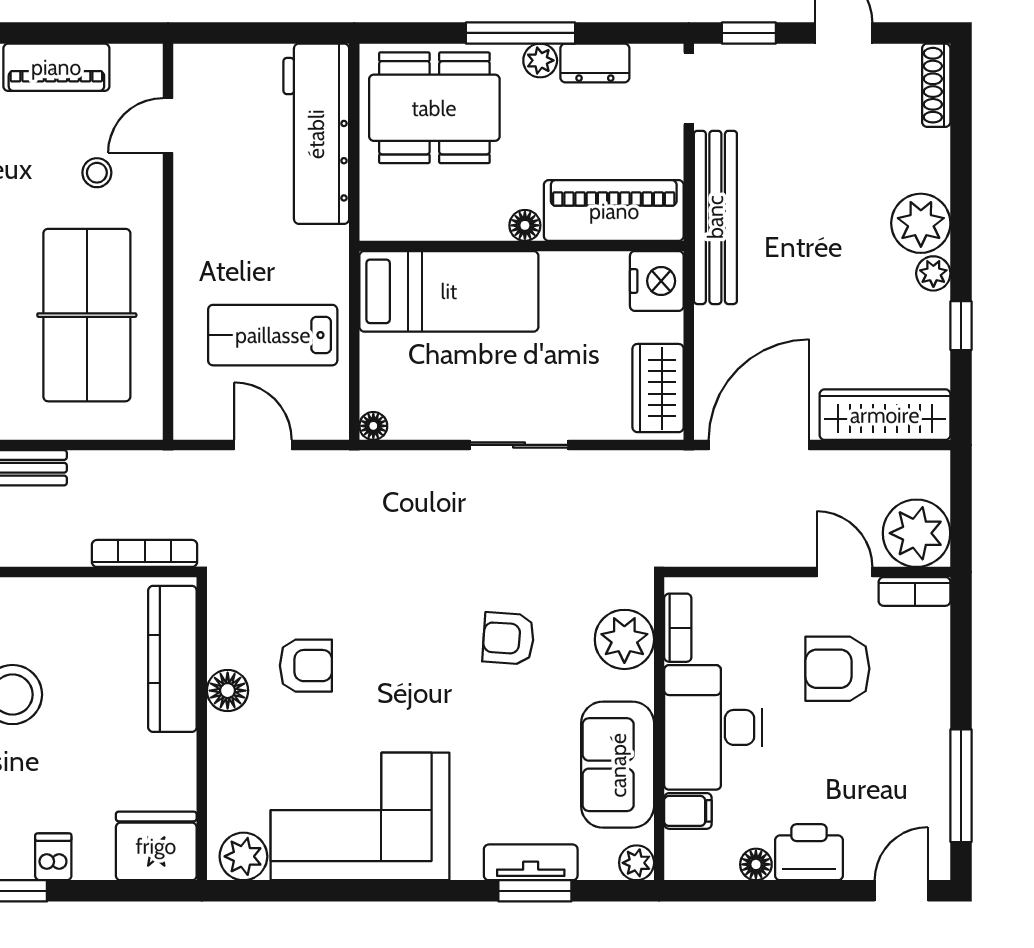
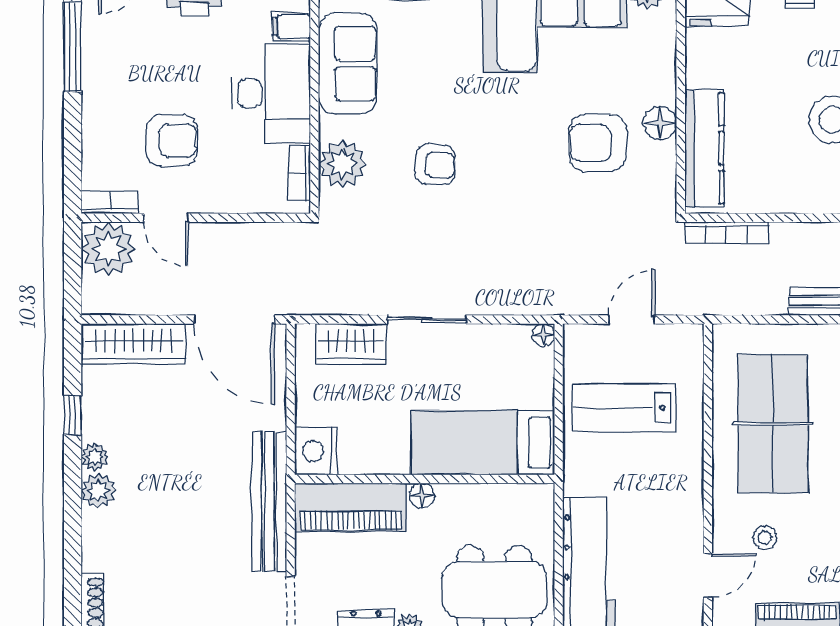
plant: (921, 223) -> (98, 491), width x0.73, depth x0.73
lab bench: (273, 335) -> (624, 408), turned 180
wardrobe: (658, 388) -> (351, 344), moved, turned 90
door: (263, 445) -> (632, 320), swing flipped
door: (759, 445) -> (234, 320), hinge flipped
armchair: (306, 666) -> (597, 143), width x1.38, depth x1.38

